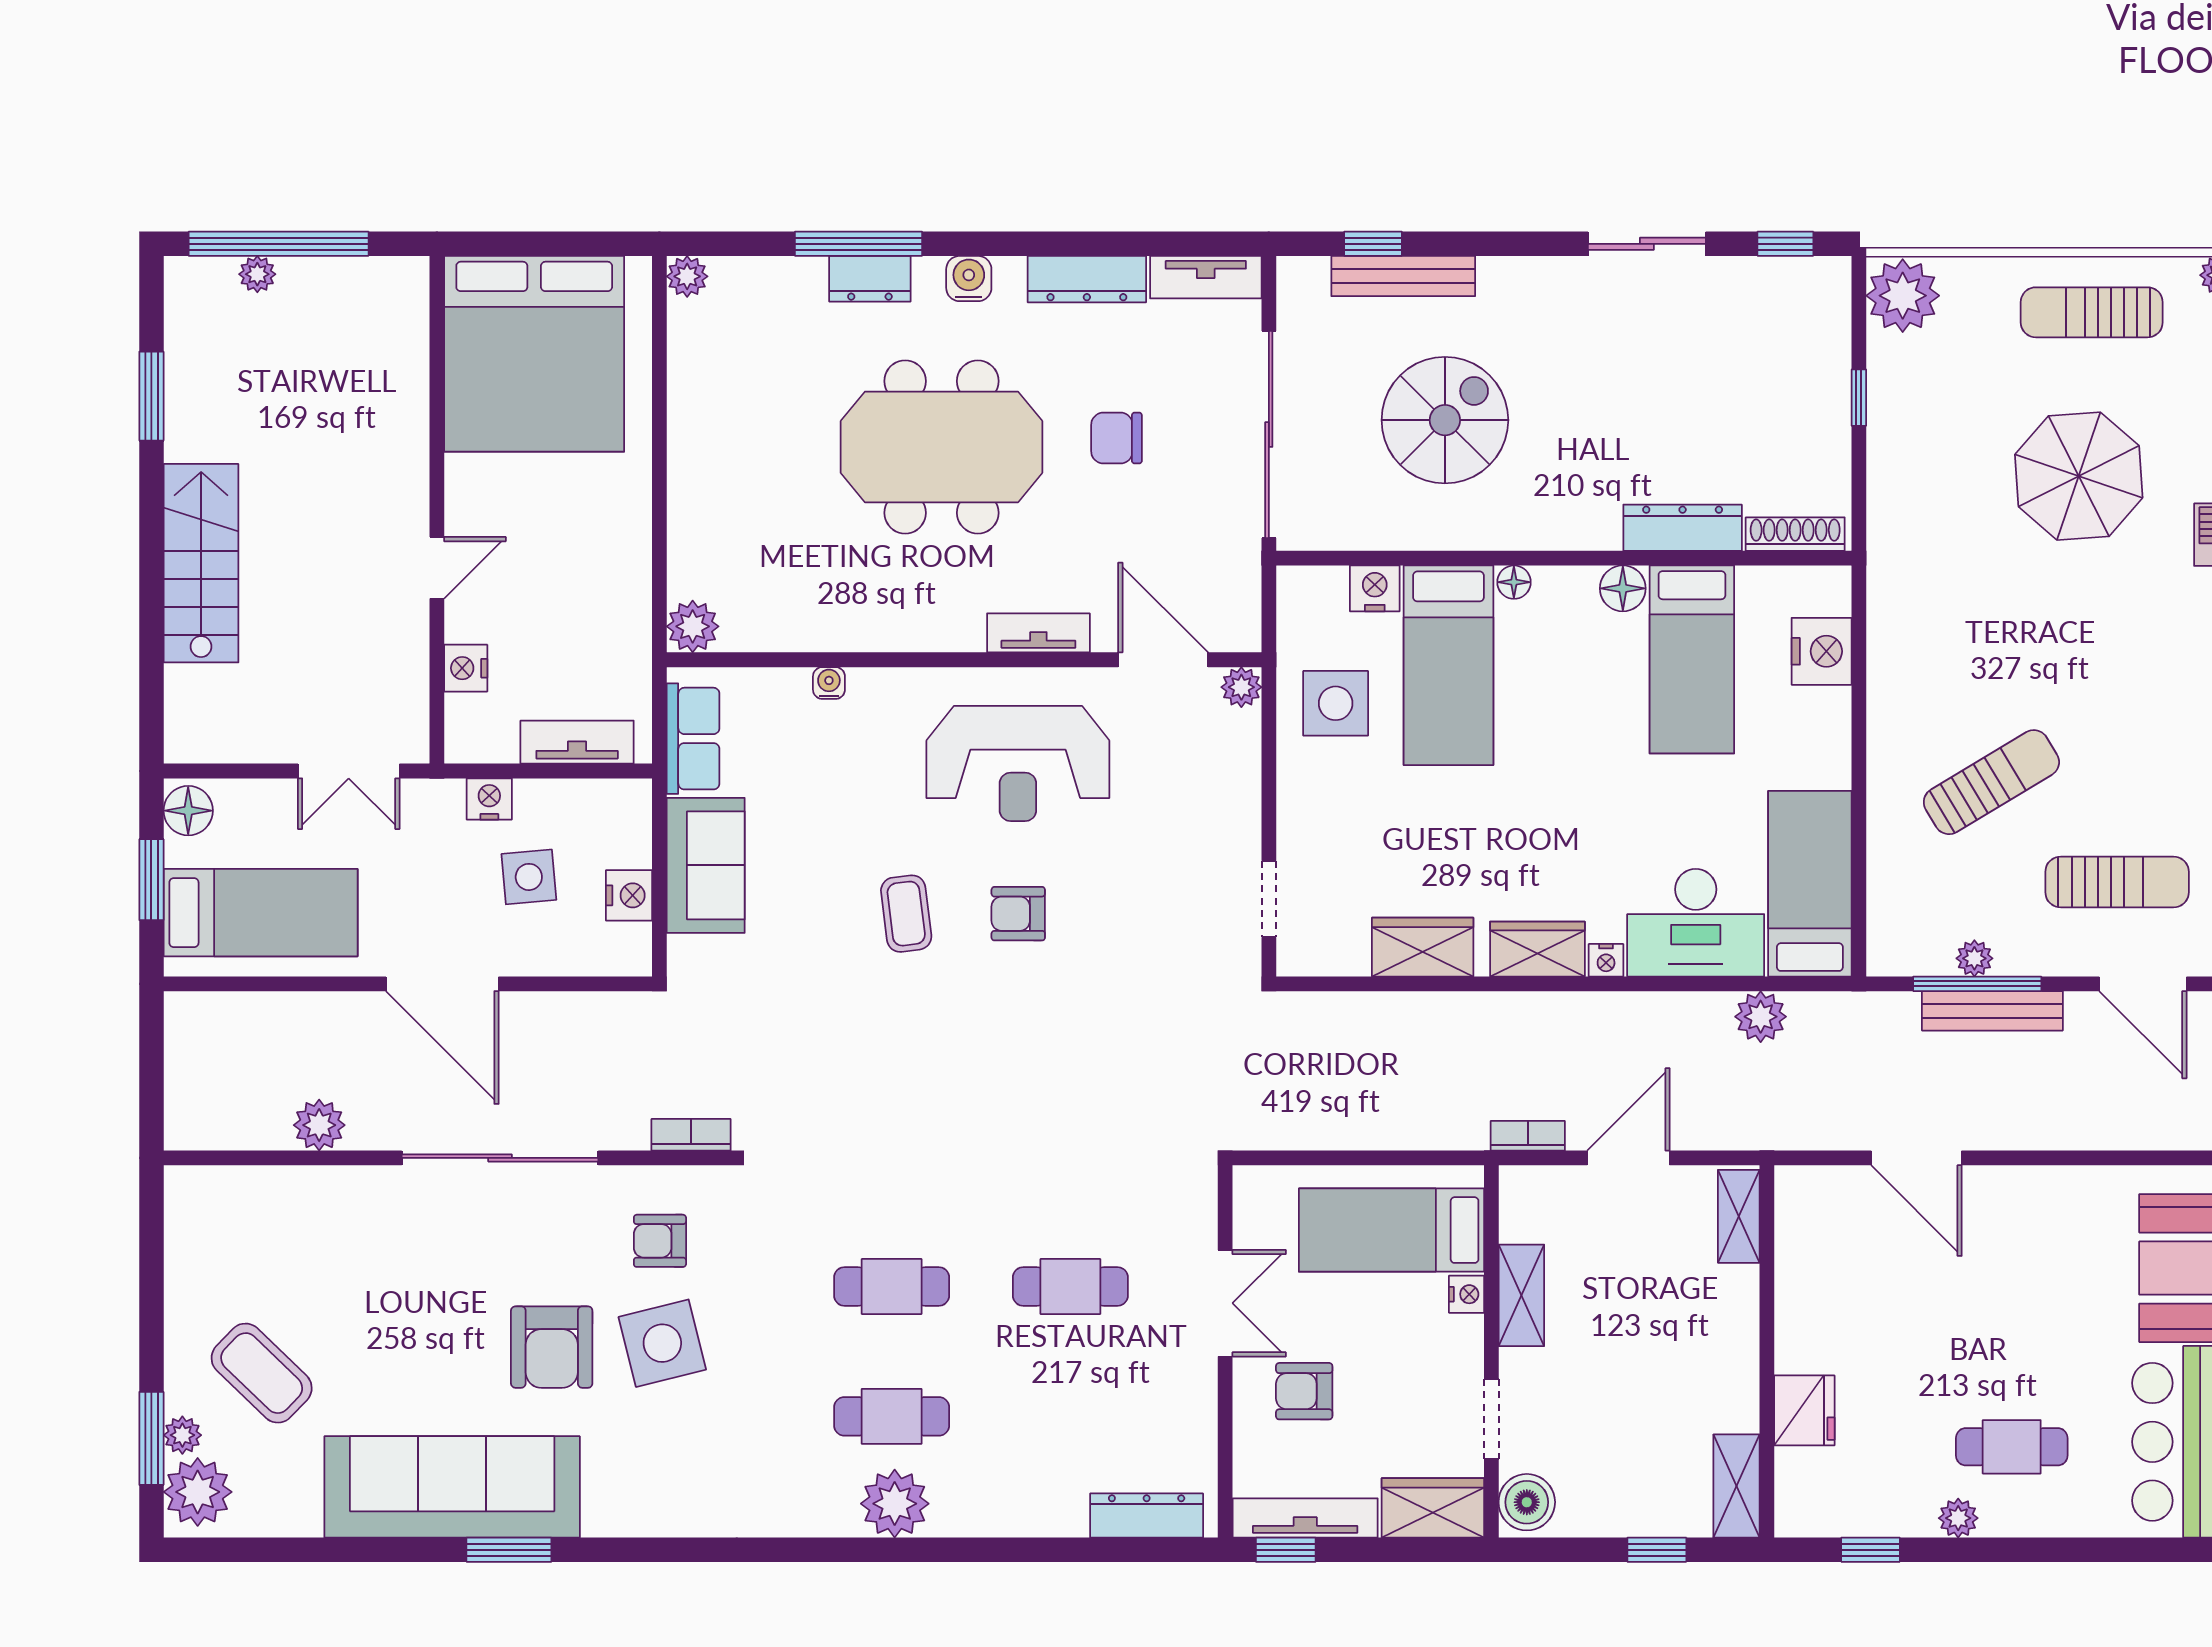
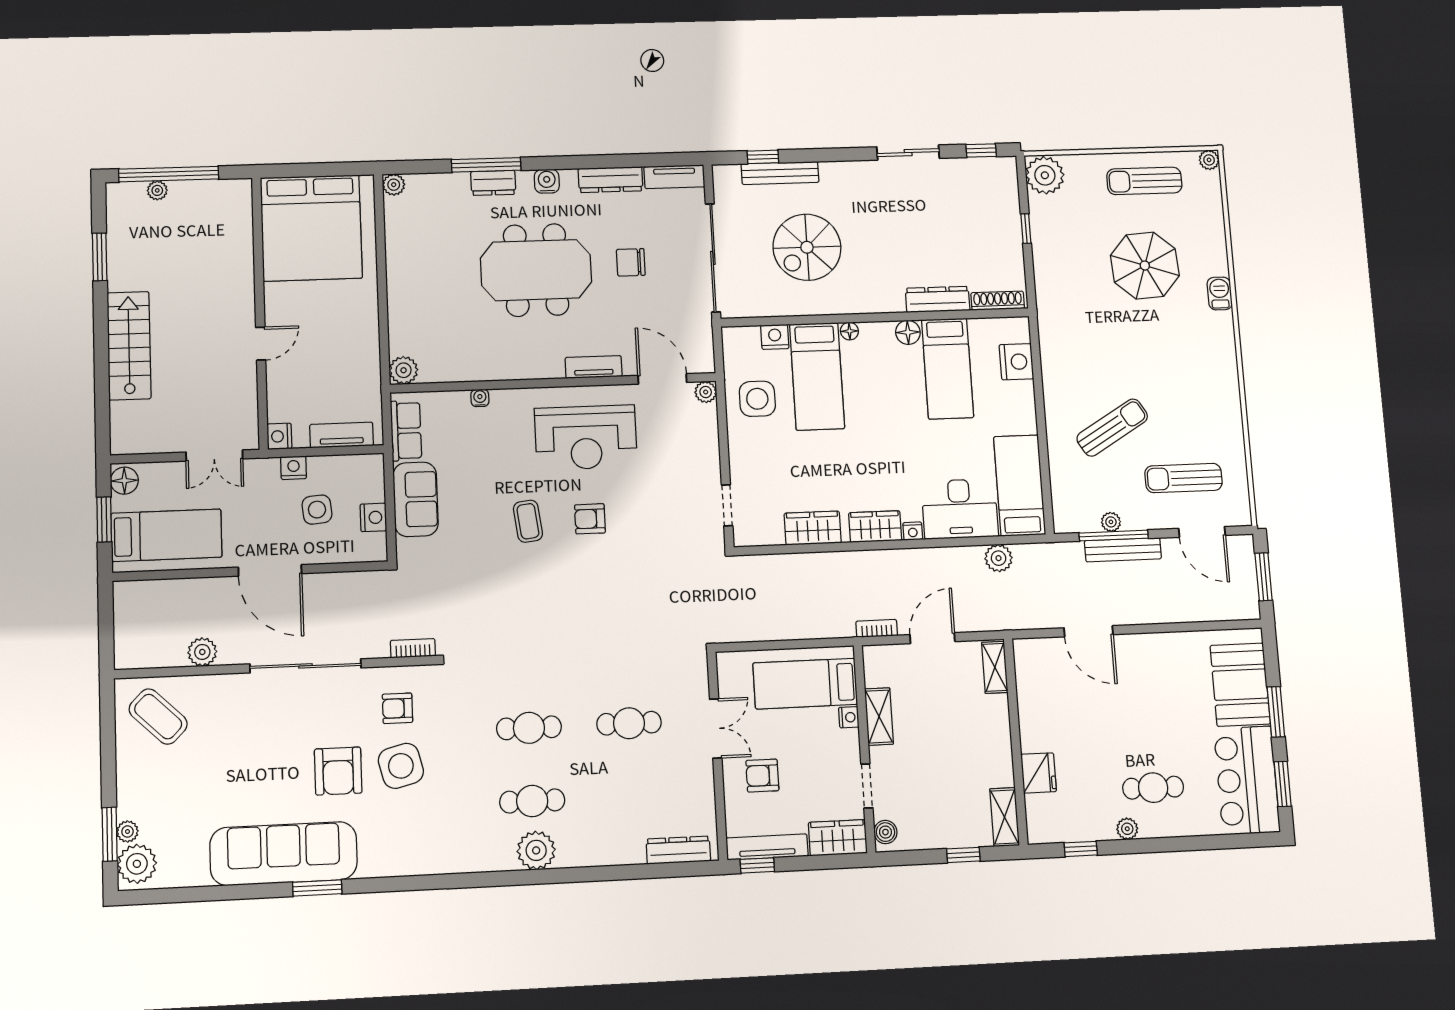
spiral stairs: (1445, 420) -> (807, 247), turned 180
nightstand: (466, 668) -> (279, 436), moved
sun lounger: (2117, 882) -> (1183, 478), turned 180
coffee table: (262, 1373) -> (158, 717), moved
boiler: (1527, 1502) -> (885, 832), width x0.73, depth x0.73

